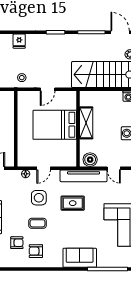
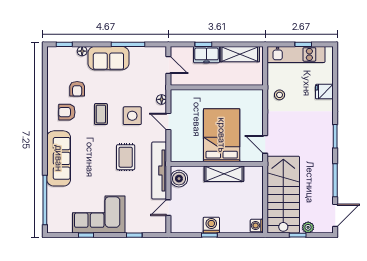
door: (48, 89) -> (265, 144), moved
armchair: (36, 251) -> (67, 112), turned -90
sofa: (80, 258) -> (59, 158), width x1.36

